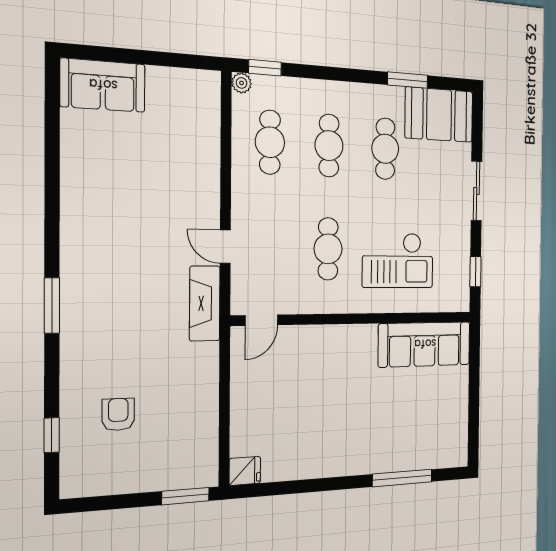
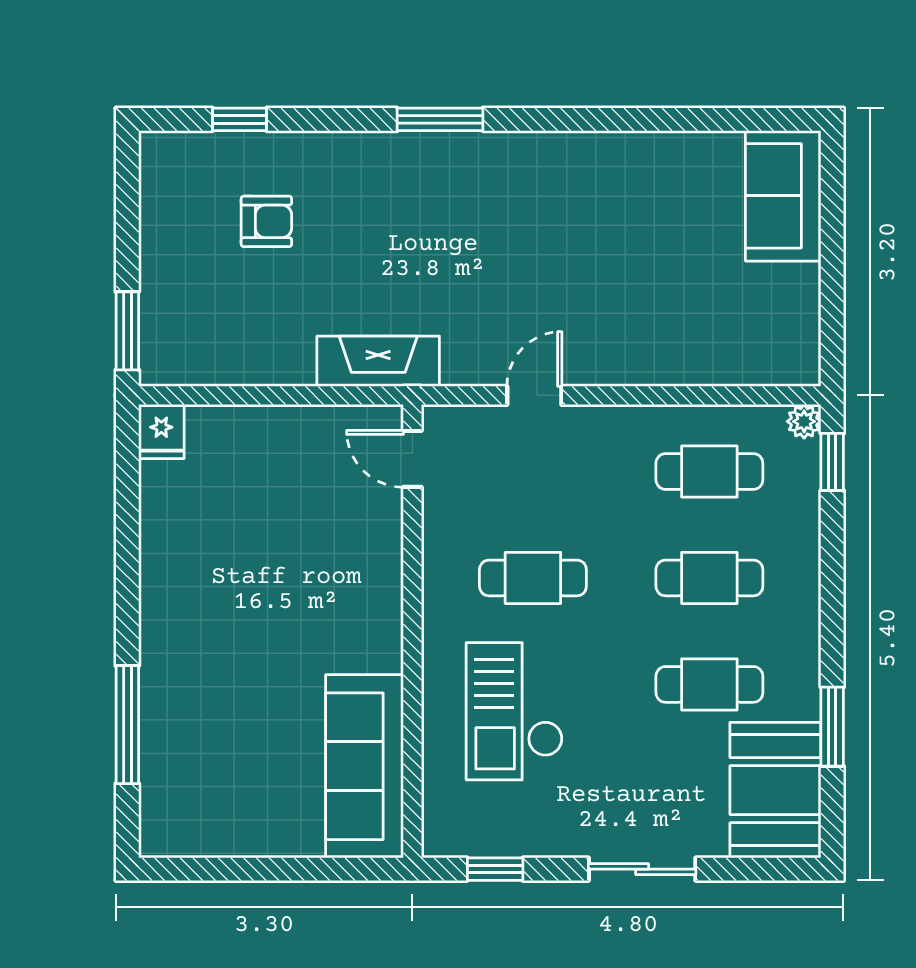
fireplace: (205, 303) -> (378, 361), moved

